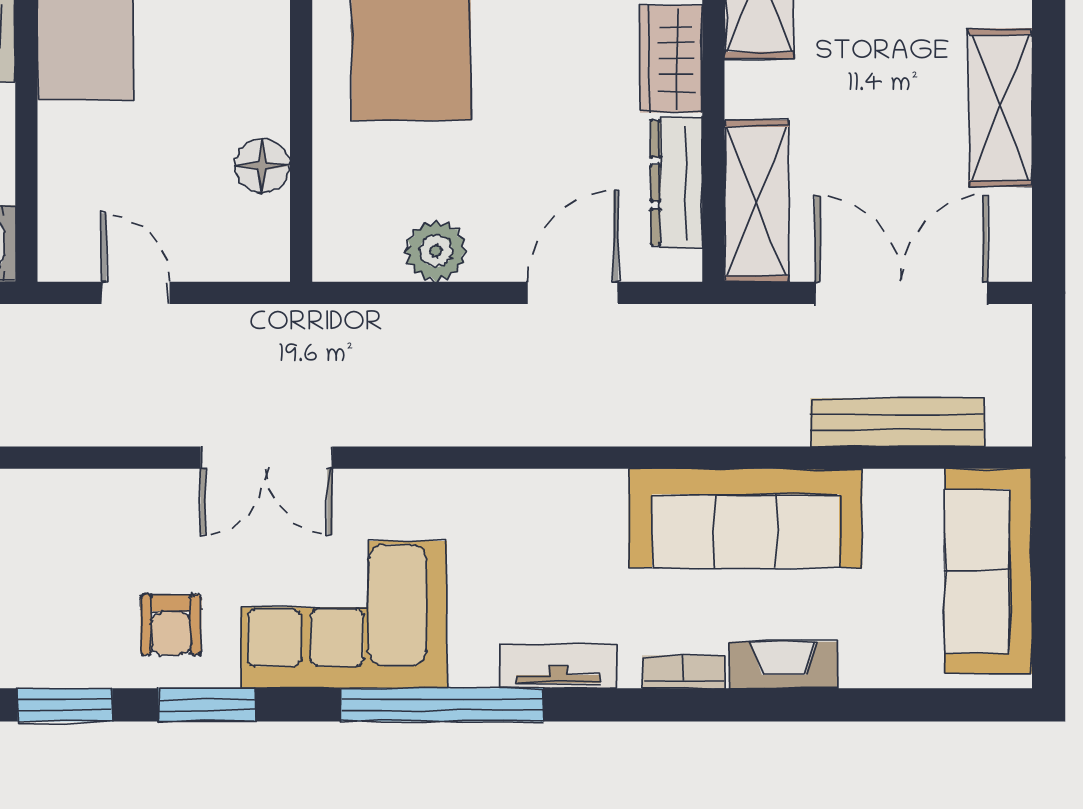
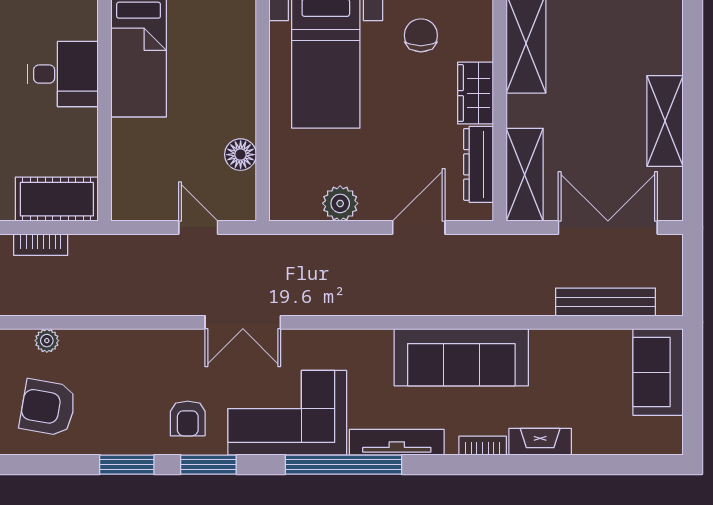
door: (135, 293) -> (198, 228), moved
sofa: (746, 518) -> (461, 357), moved
sofa: (988, 571) -> (658, 372), width x0.73
tv unit: (558, 666) -> (397, 442), width x1.41

